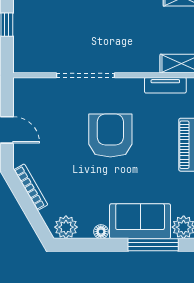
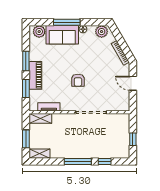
armchair: (110, 136) -> (78, 80), width x0.53, depth x0.53
window: (153, 245) -> (67, 22), moved

